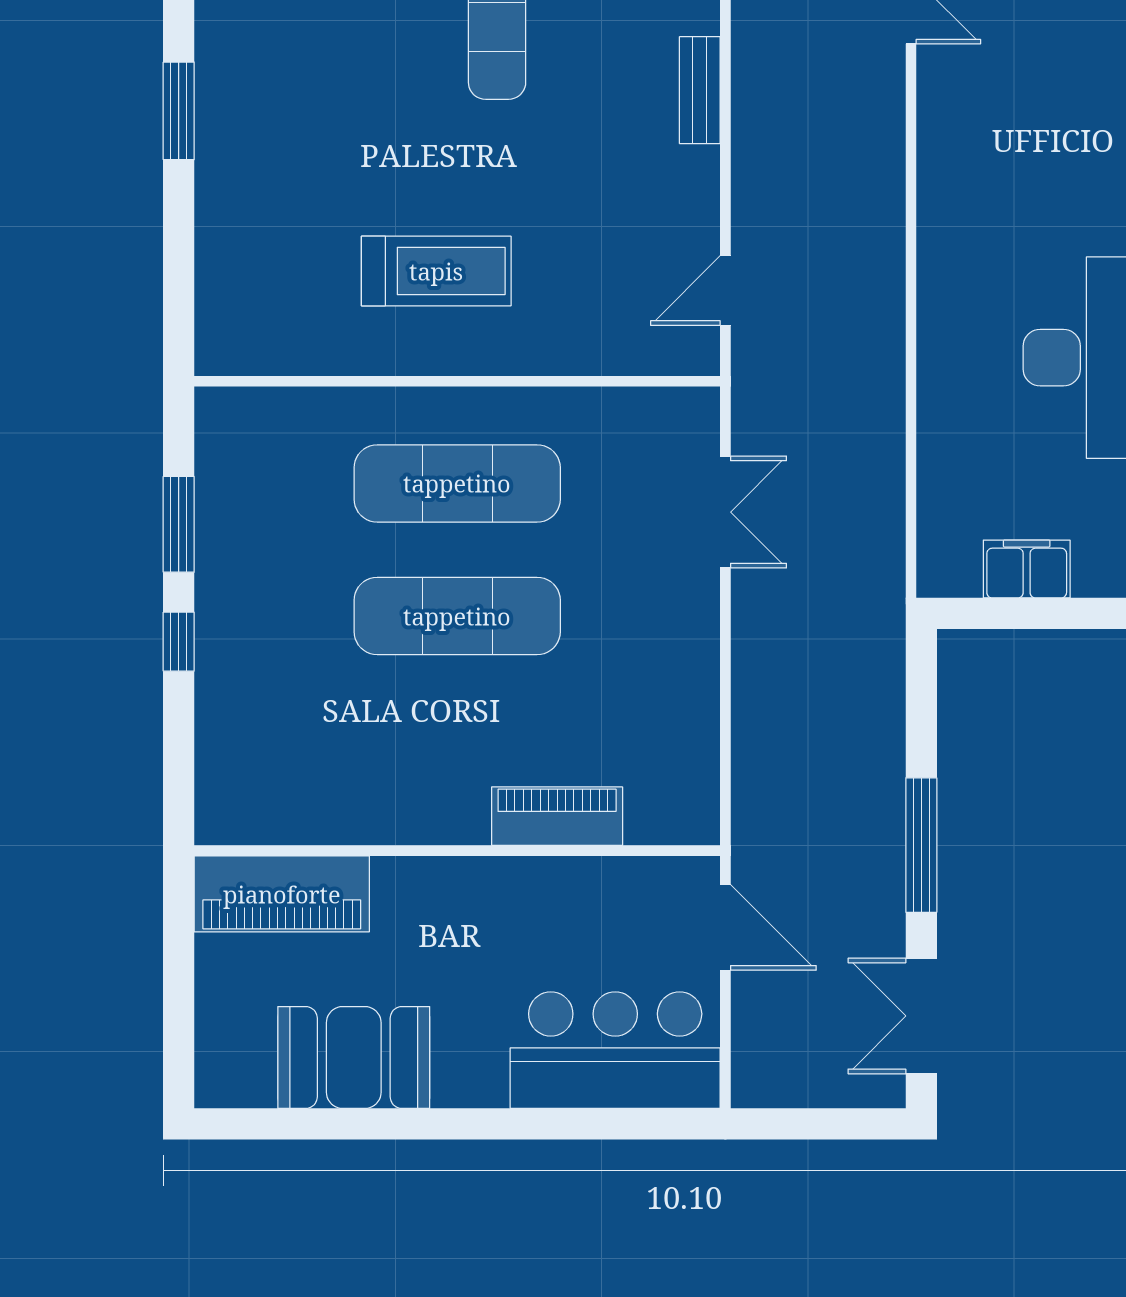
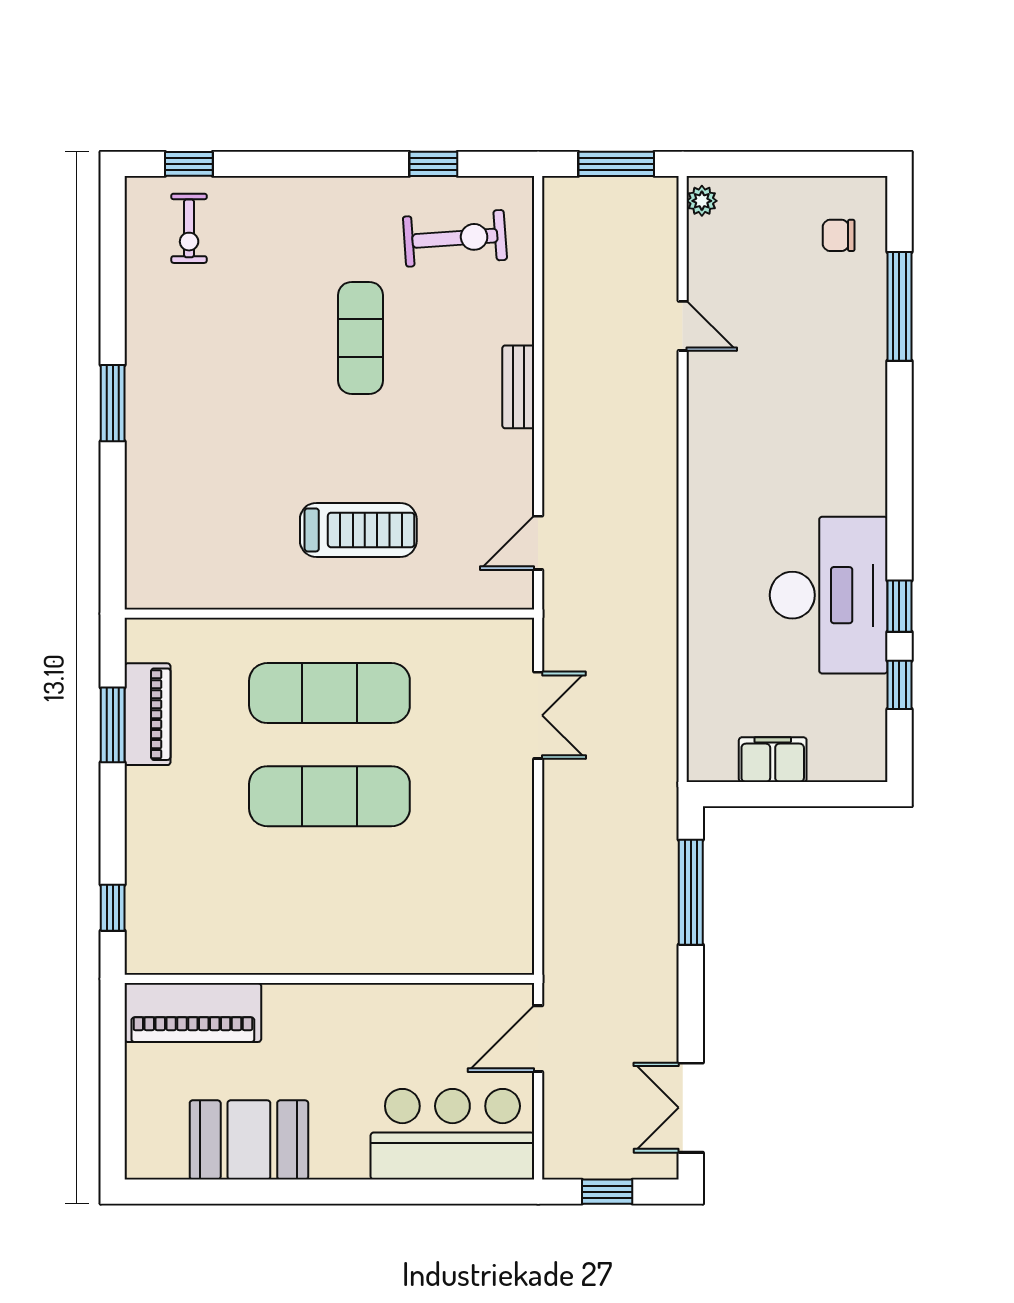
treadmill: (436, 271) -> (358, 530), moved
window: (179, 642) -> (113, 908), moved
piano: (557, 816) -> (148, 714), moved, turned 90
window: (921, 845) -> (691, 892), moved
door: (725, 927) -> (538, 1039), swing flipped
window: (814, 1124) -> (607, 1192), added

